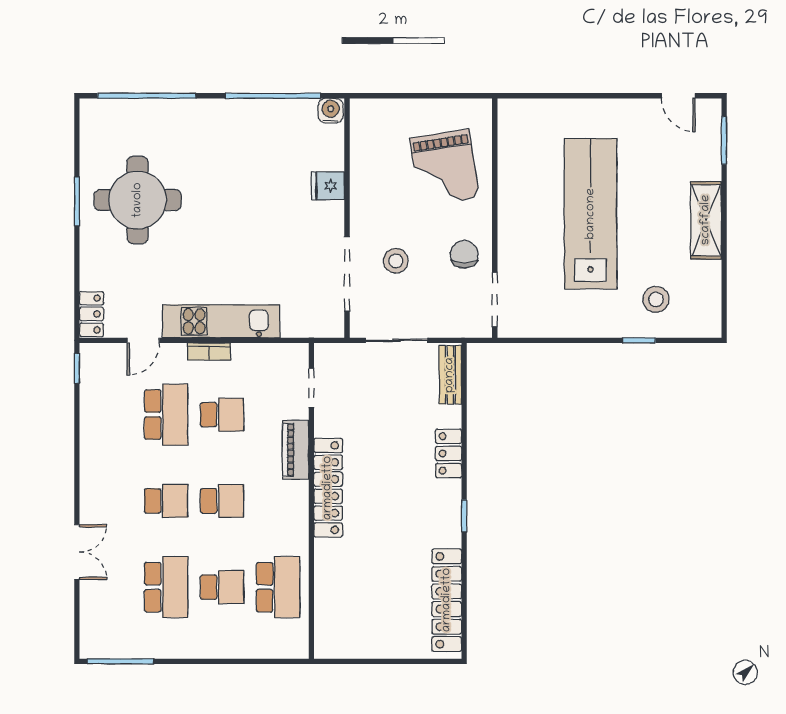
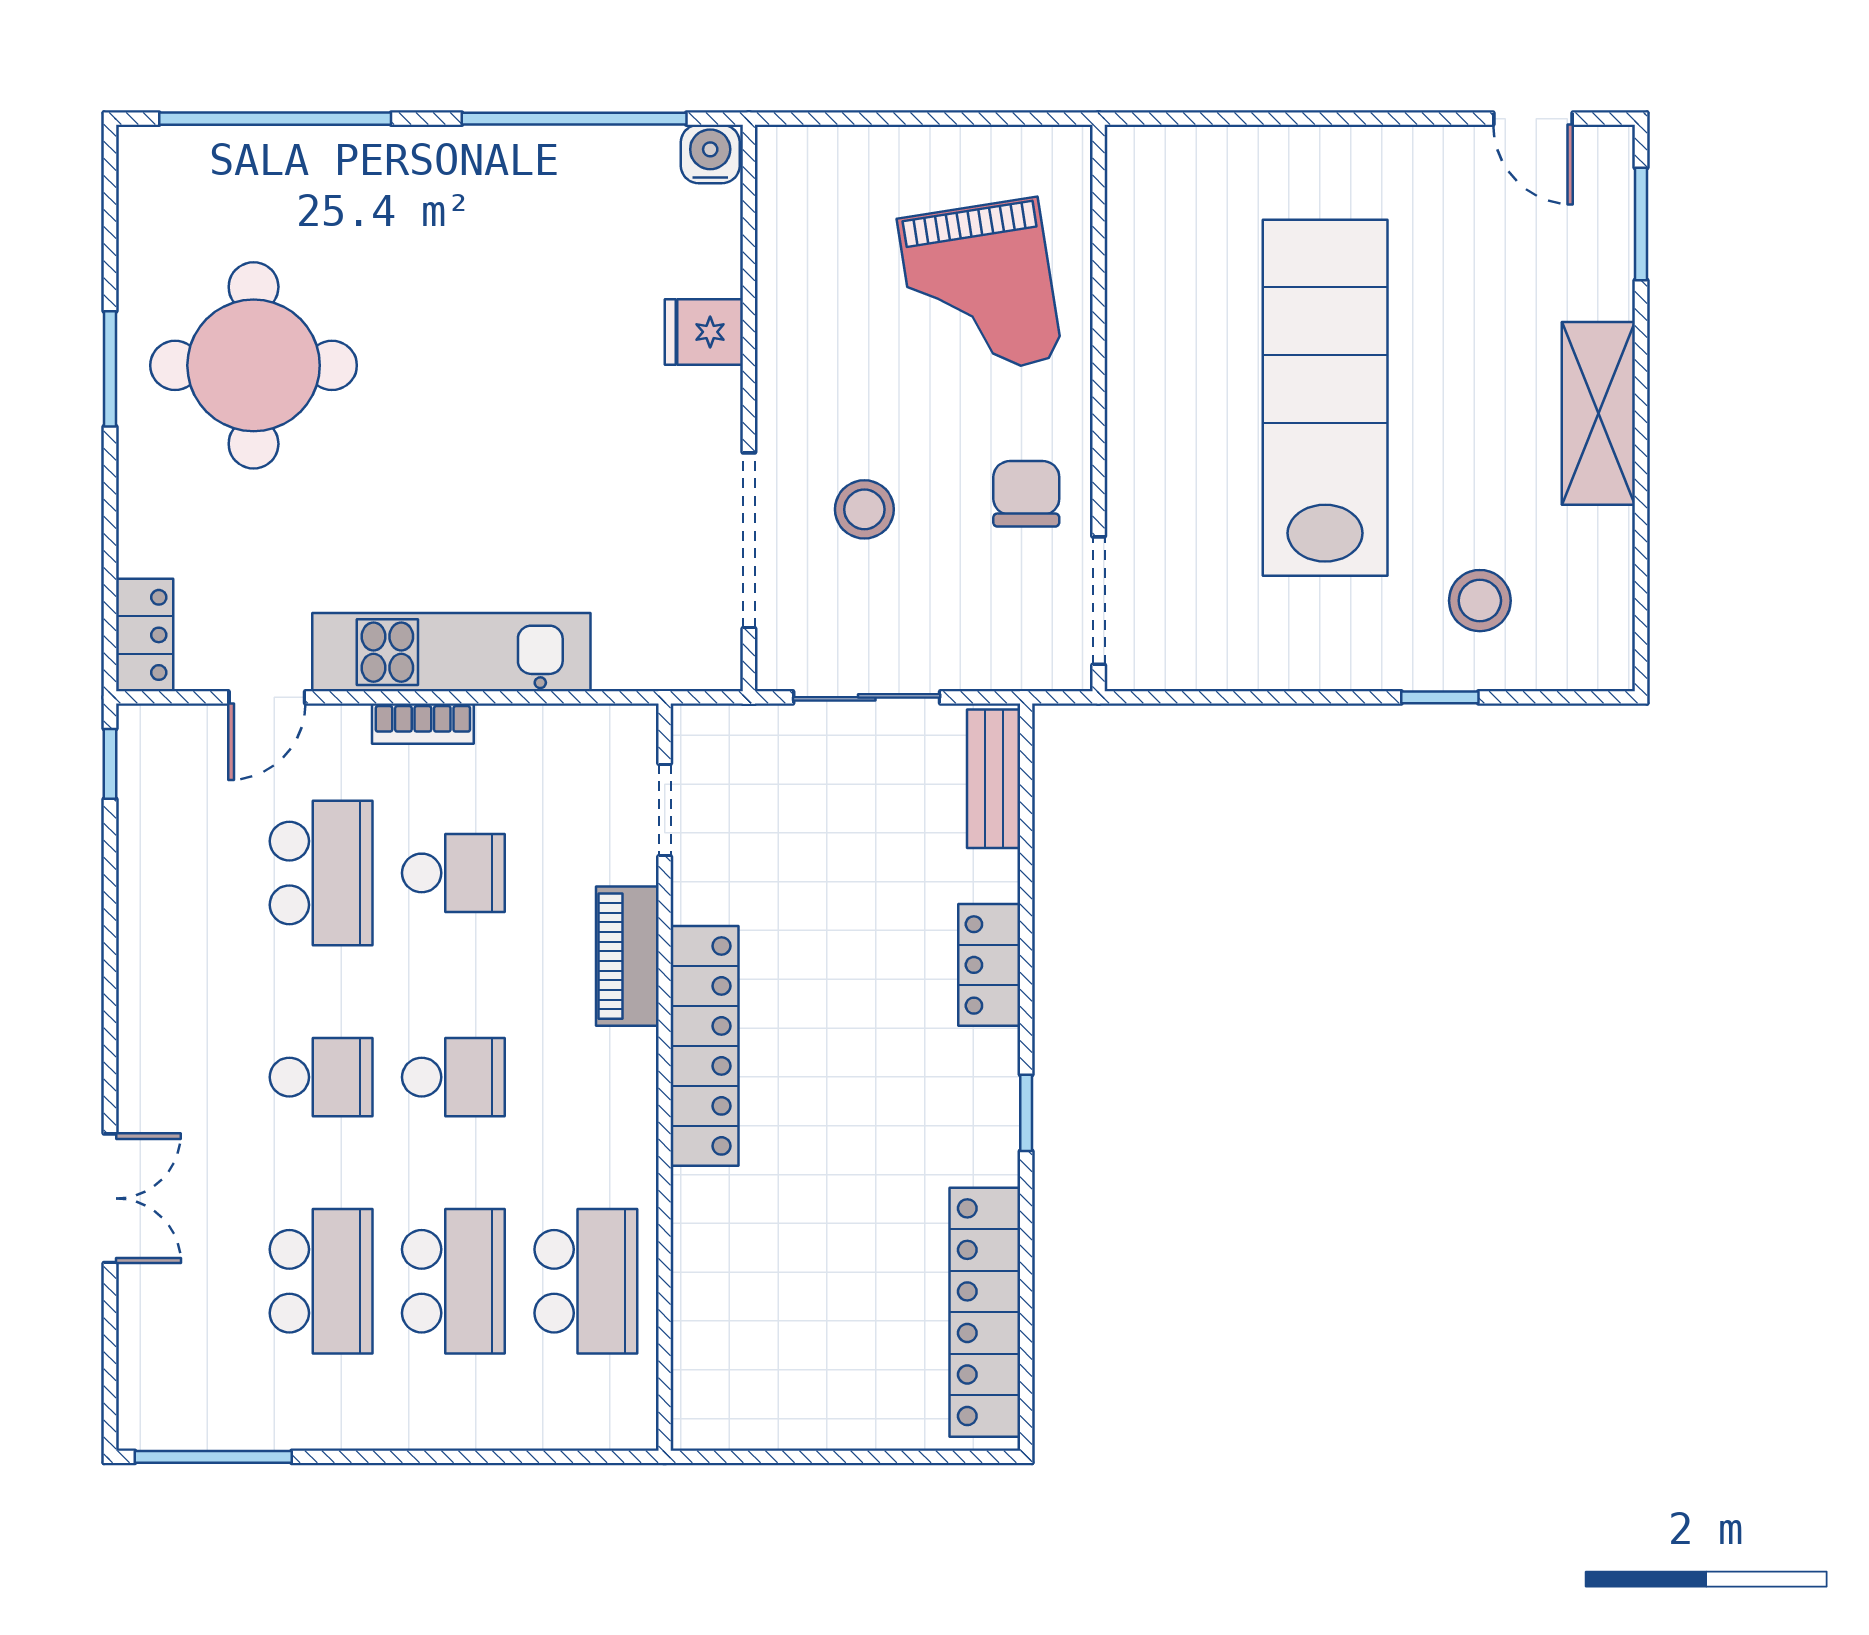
school desk: (222, 587) -> (453, 1281), width x1.85

